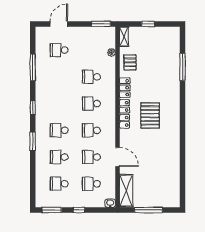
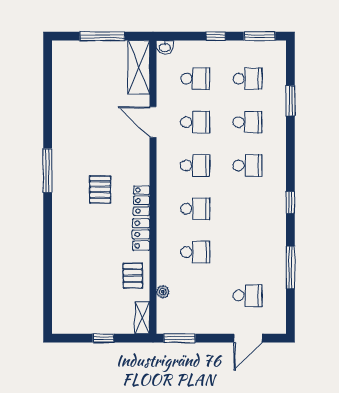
window: (182, 67) -> (48, 171), moved
locker: (124, 114) -> (142, 201), width x0.66
pallet: (150, 115) -> (100, 190), width x0.67, depth x0.71
window: (33, 141) -> (290, 101), moved

